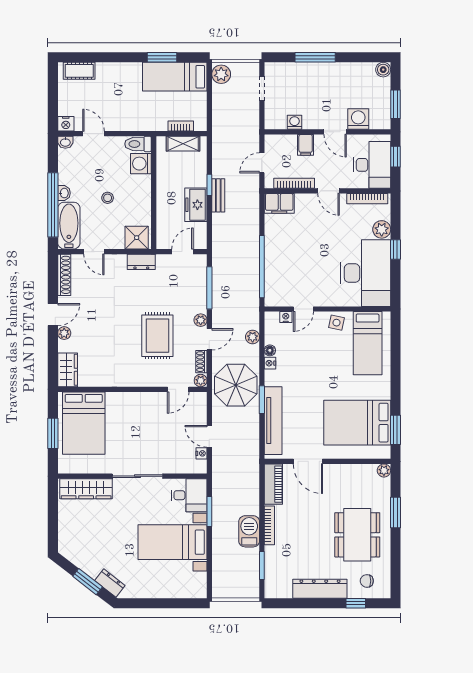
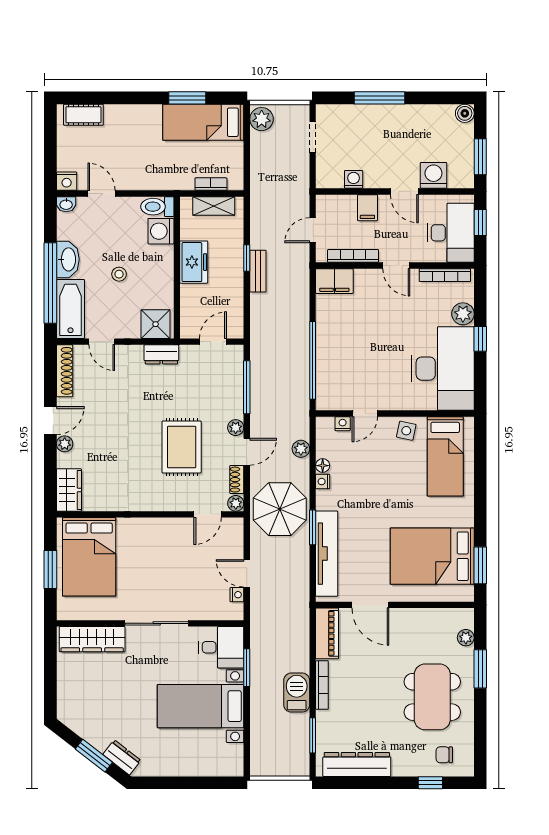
washbasin: (64, 193) -> (68, 259), width x1.91, depth x1.45
freezer: (196, 205) -> (194, 262), moved, turned 180
plant: (384, 470) -> (466, 638), moved
dresser: (320, 589) -> (357, 764), moved

